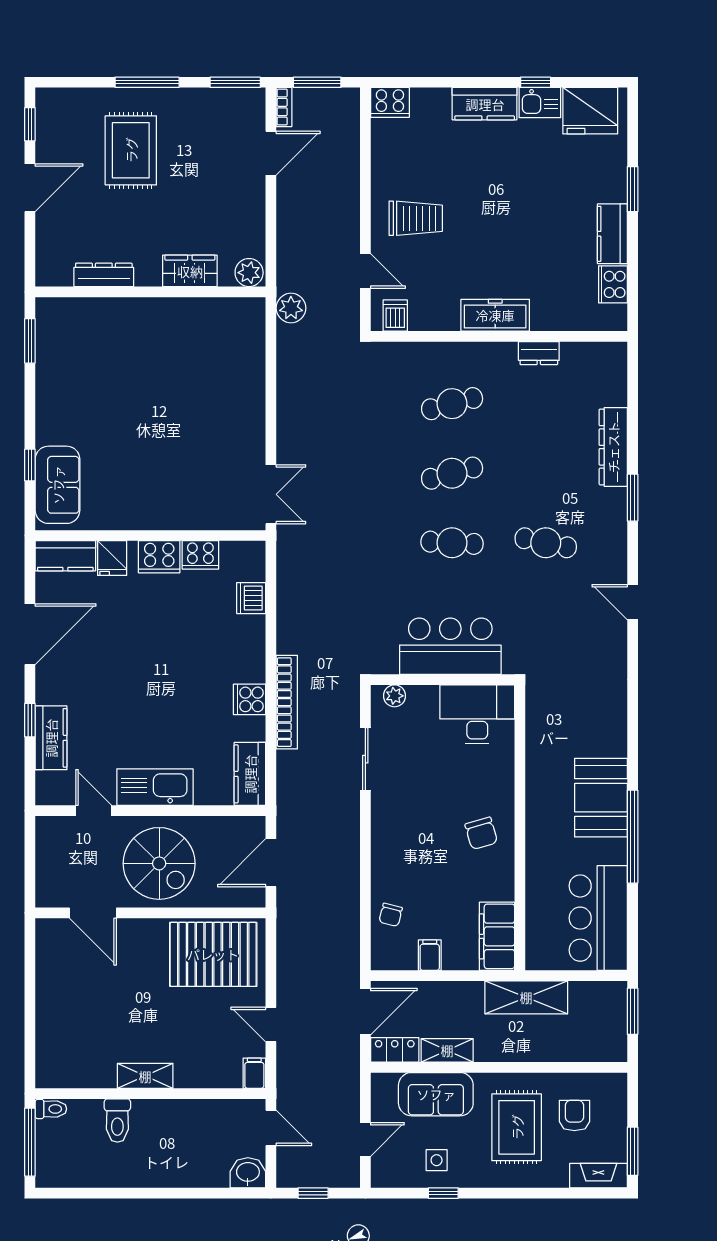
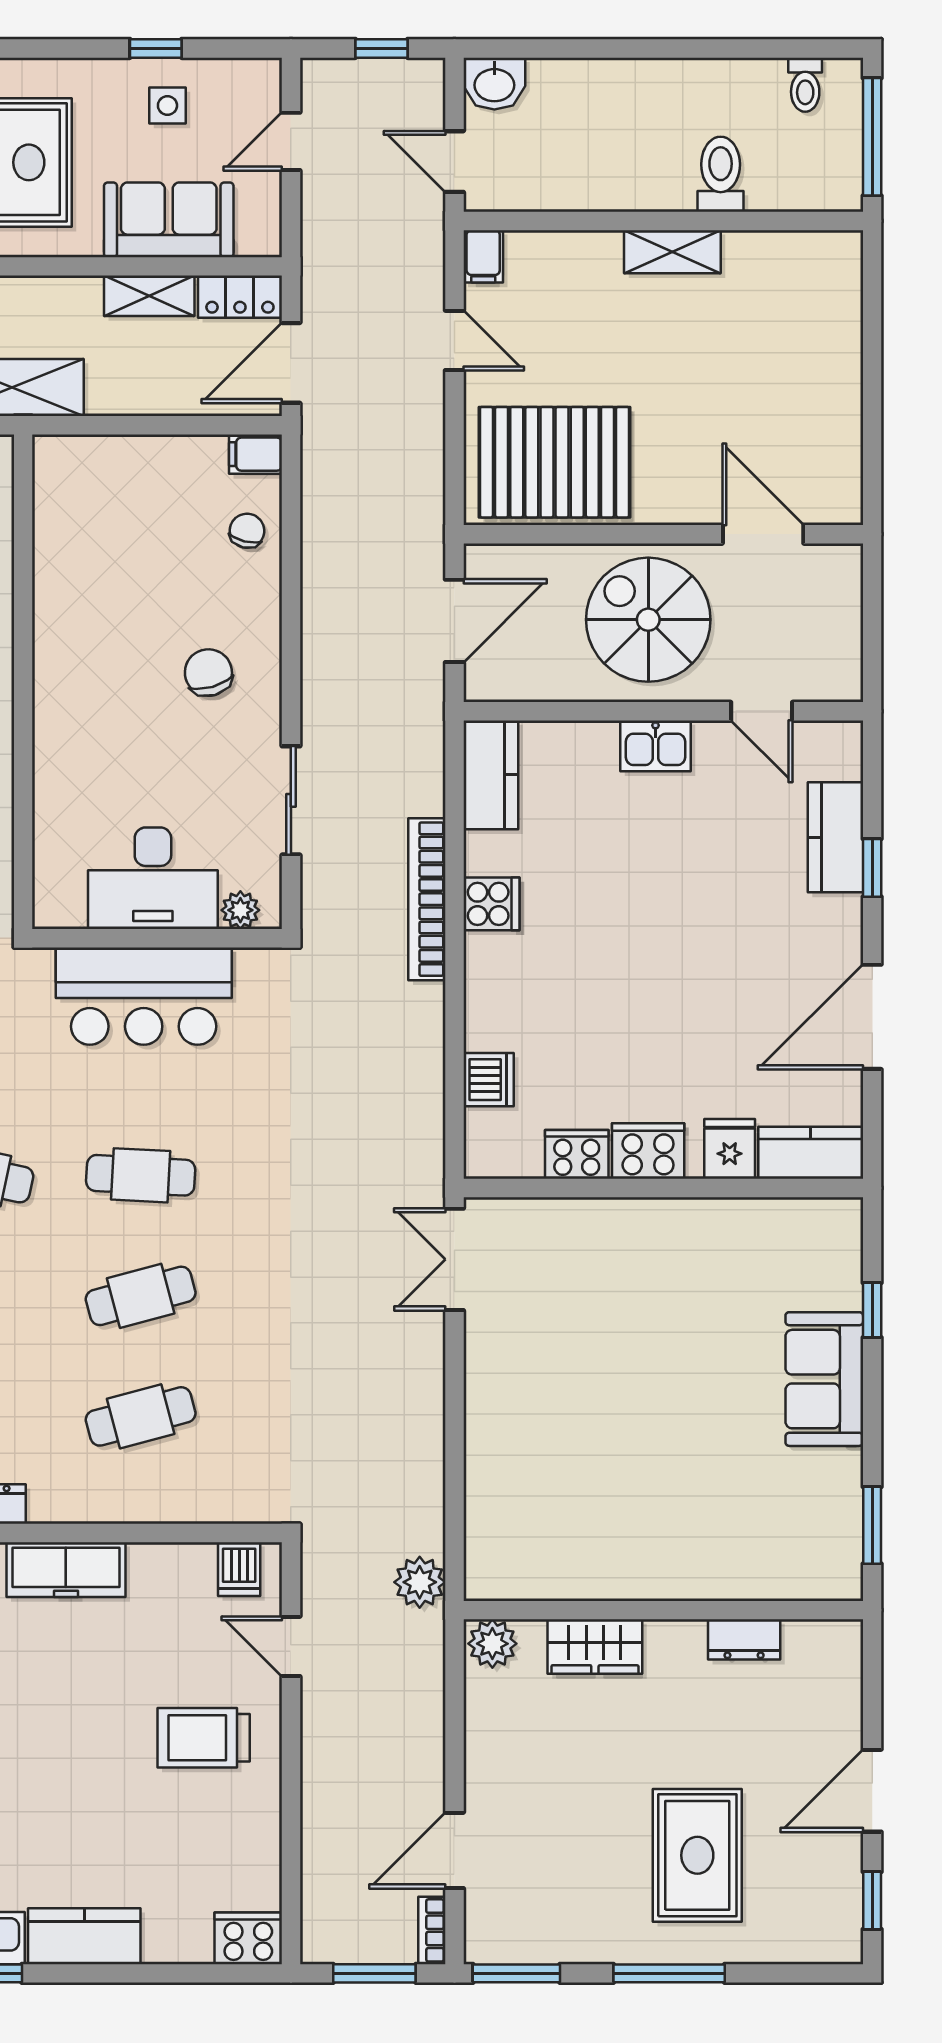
dresser: (104, 275) -> (744, 1639), width x0.70
sofa: (58, 485) -> (824, 1379), moved
desk: (477, 714) -> (153, 878), moved
kitchen sink: (155, 787) -> (655, 746), width x0.53, depth x0.81
chair: (481, 833) -> (208, 673), moved
filing cabinet: (497, 936) -> (63, 493), removed
filing cabinet: (430, 955) -> (255, 454), moved, turned 90
toilet: (51, 1109) -> (805, 85), moved, turned -90

